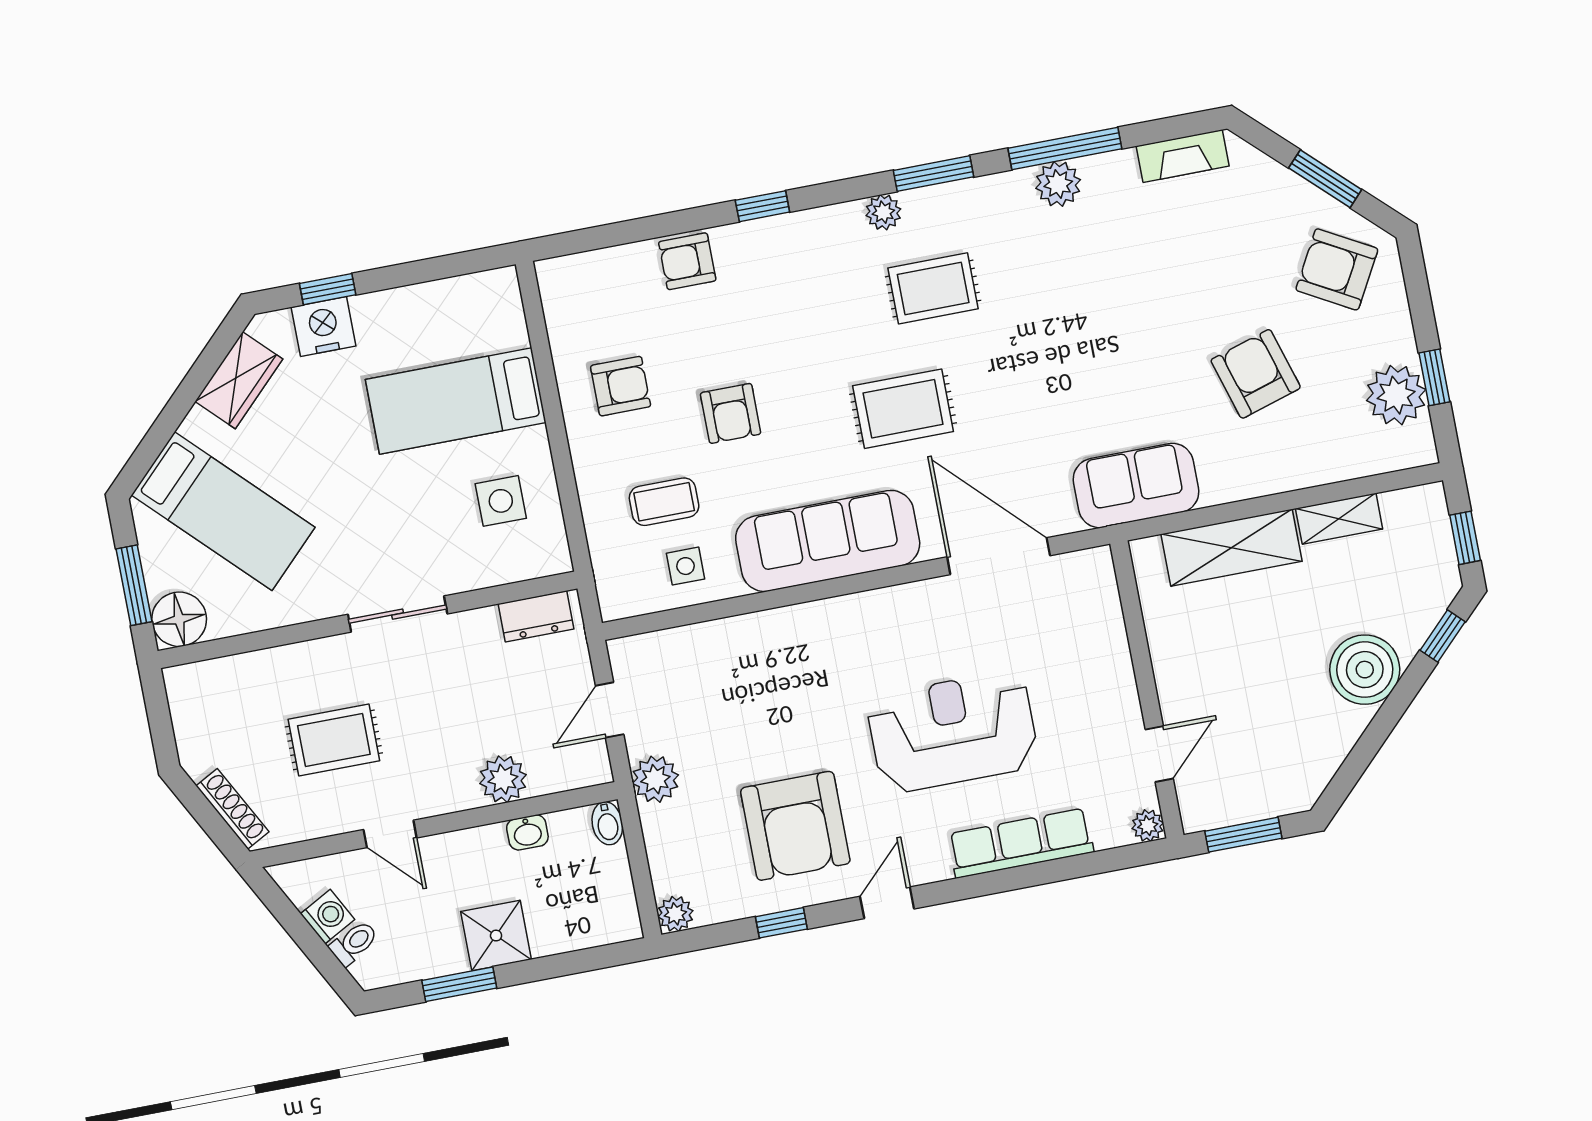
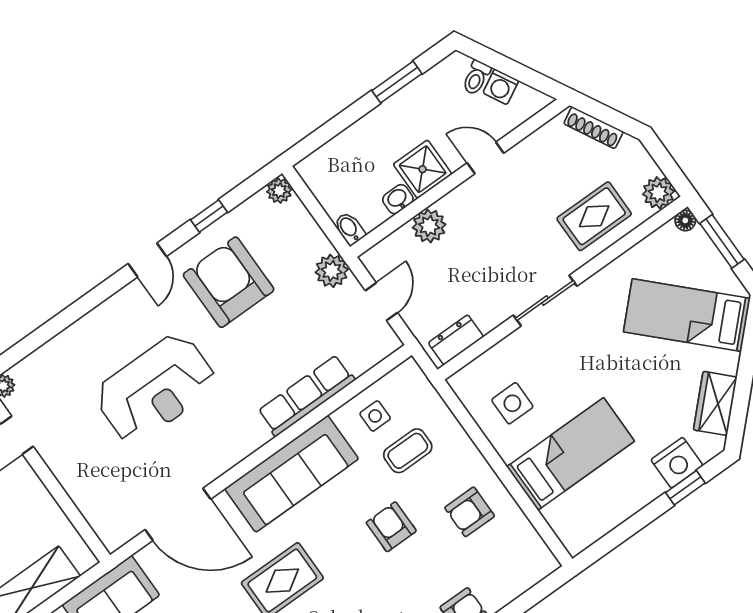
floor lamp: (179, 619) -> (685, 220), width x0.53, depth x0.53
plant: (187, 686) -> (658, 193), added
rug: (334, 740) -> (594, 216), moved
row of seats: (1021, 843) -> (306, 396), moved, turned 180
shower: (496, 936) -> (423, 169), moved

